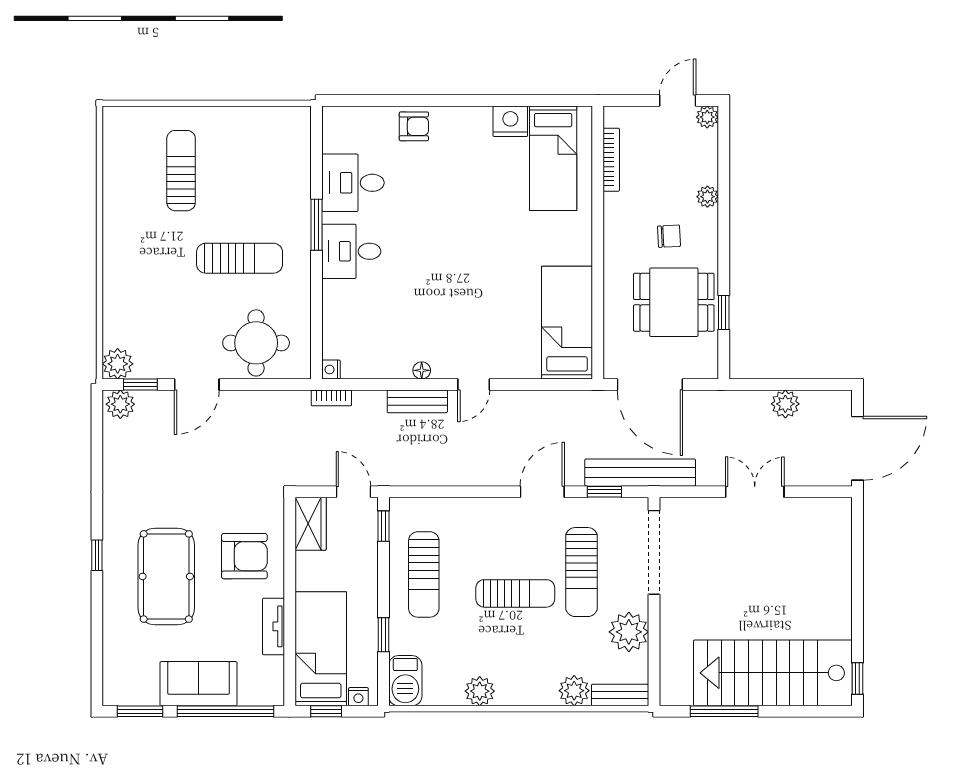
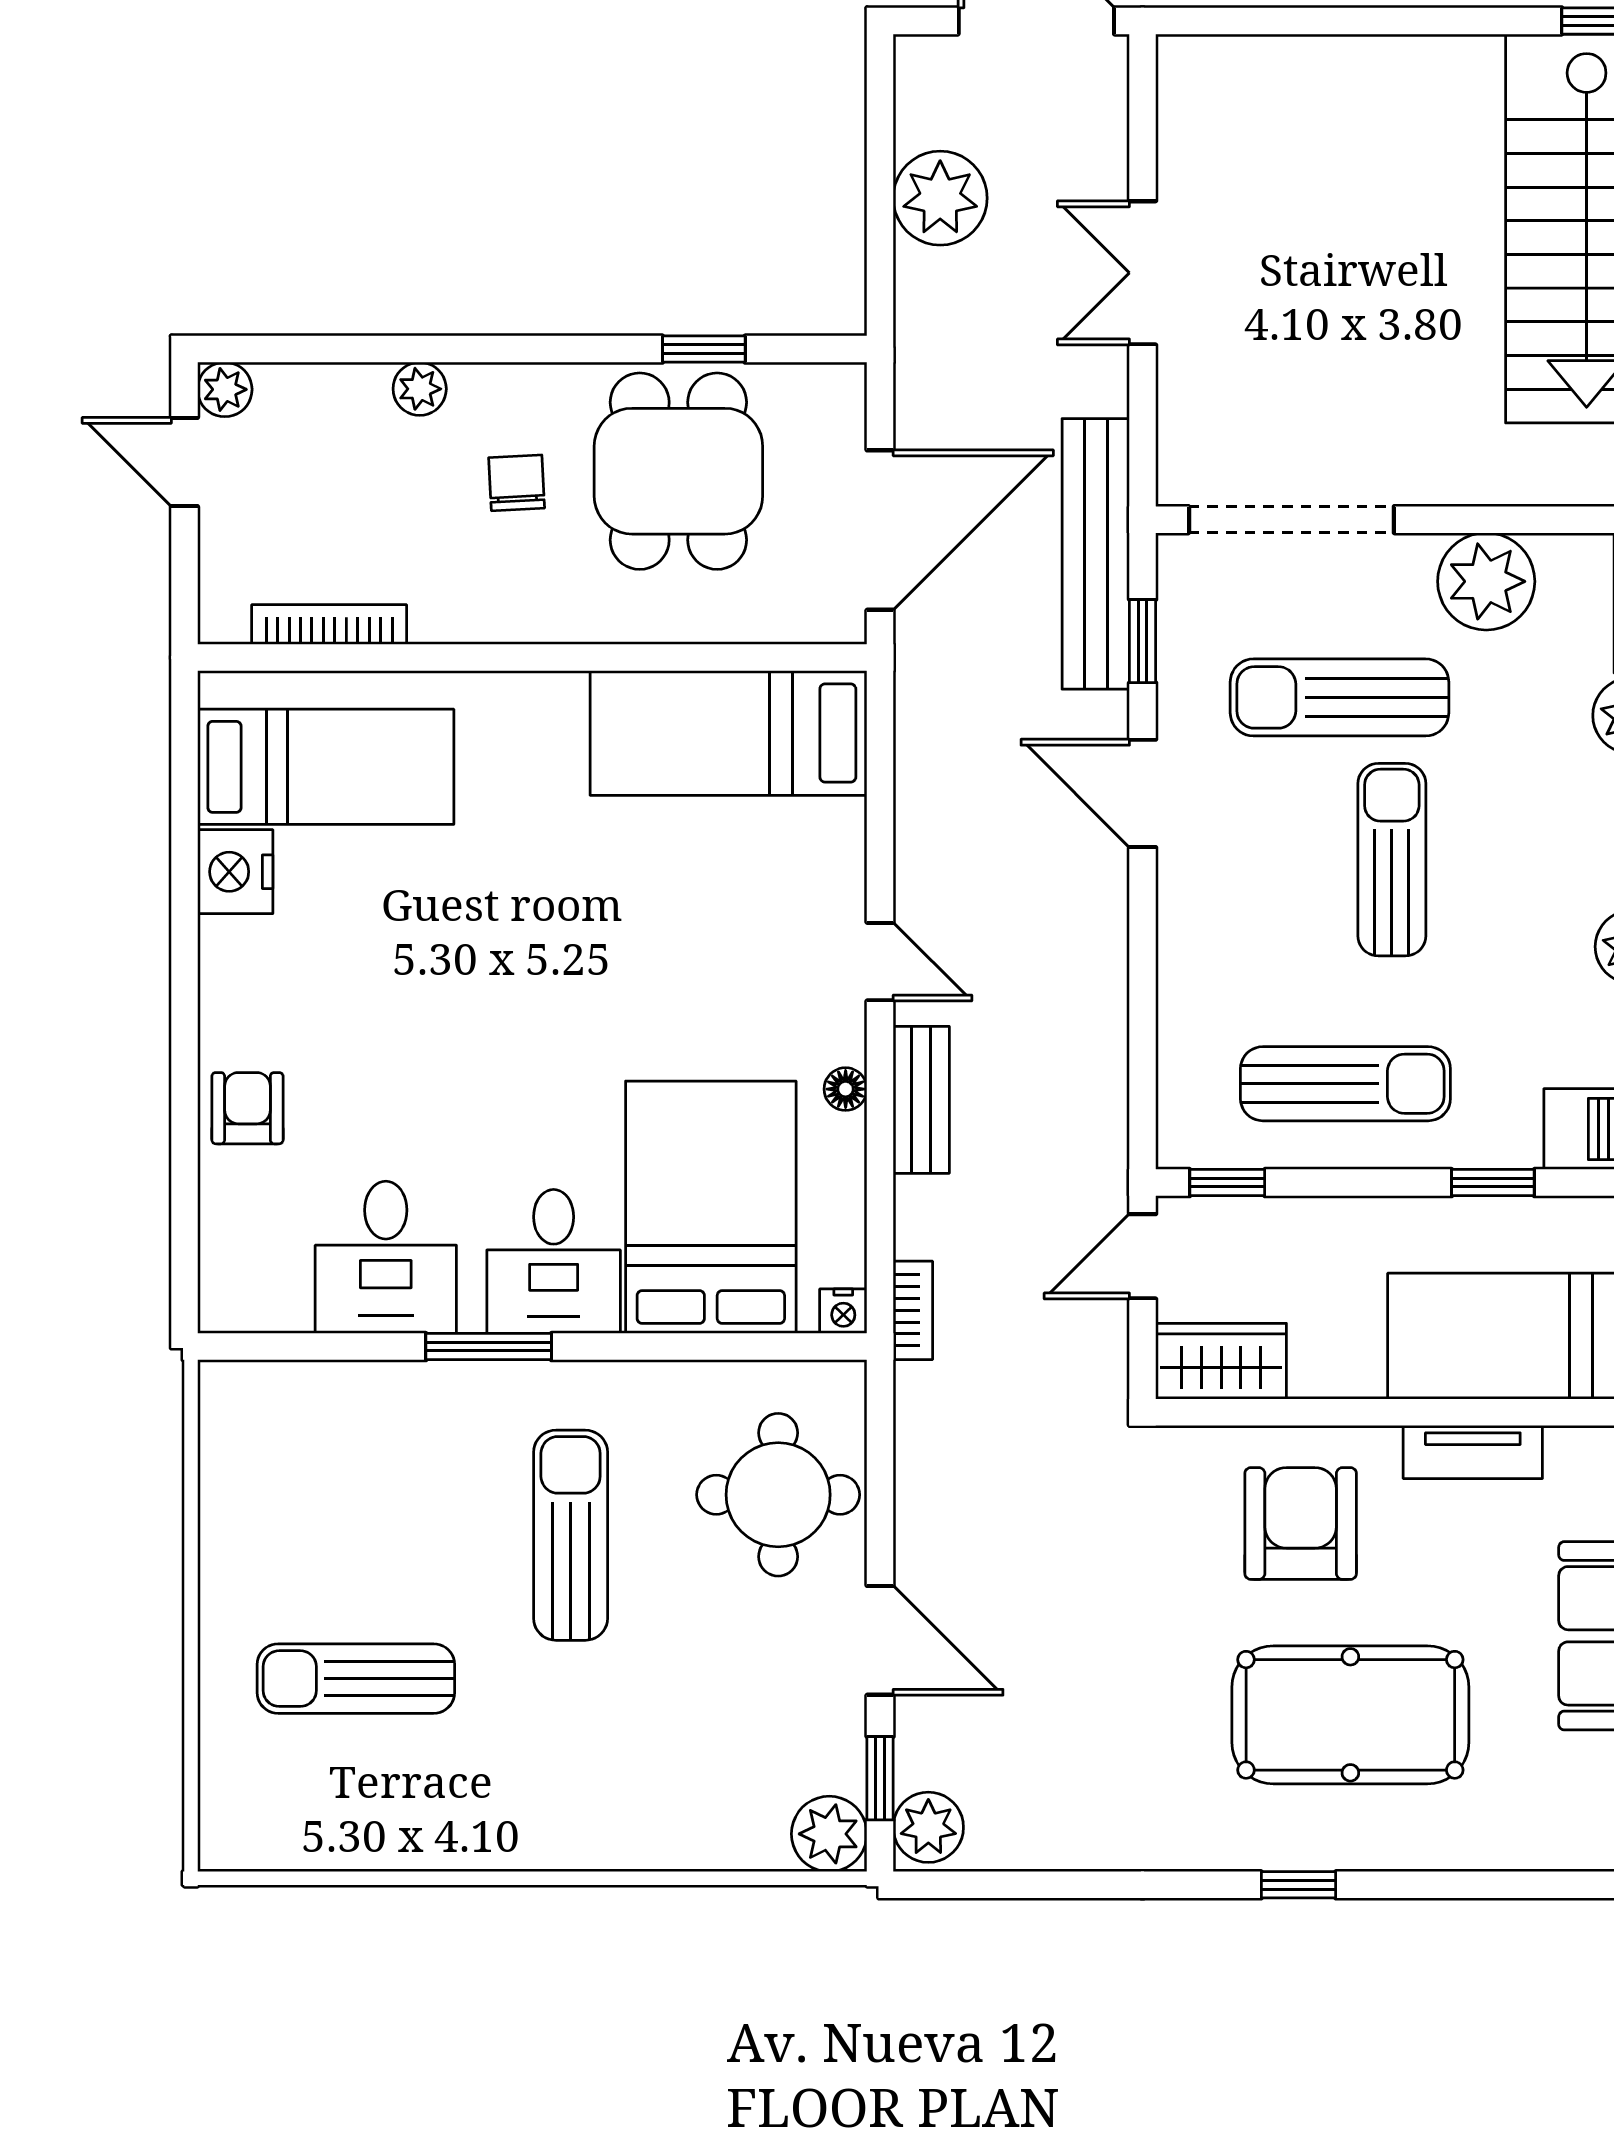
bed: (373, 315) -> (711, 1207), added
plant: (785, 404) -> (940, 198), width x1.36, depth x1.36
sun lounger: (581, 572) -> (1340, 697), turned 180

